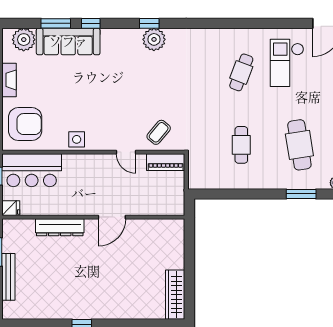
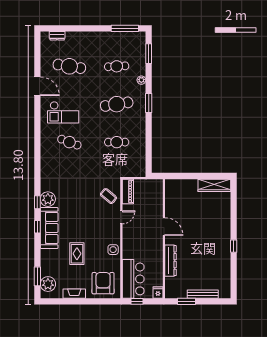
window: (56, 23) -> (37, 276), moved
window: (91, 23) -> (37, 227), moved
sofa: (68, 41) -> (49, 228), moved
rug: (70, 84) -> (77, 254), added

